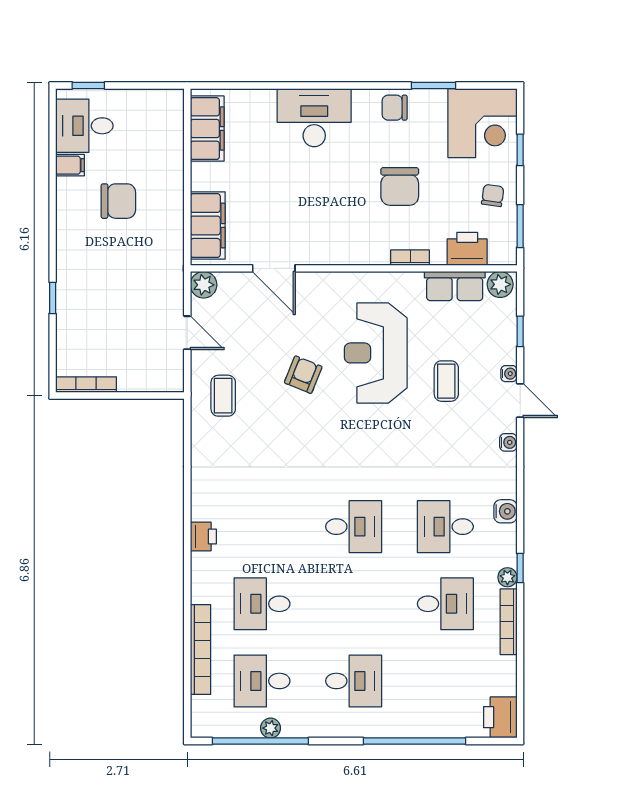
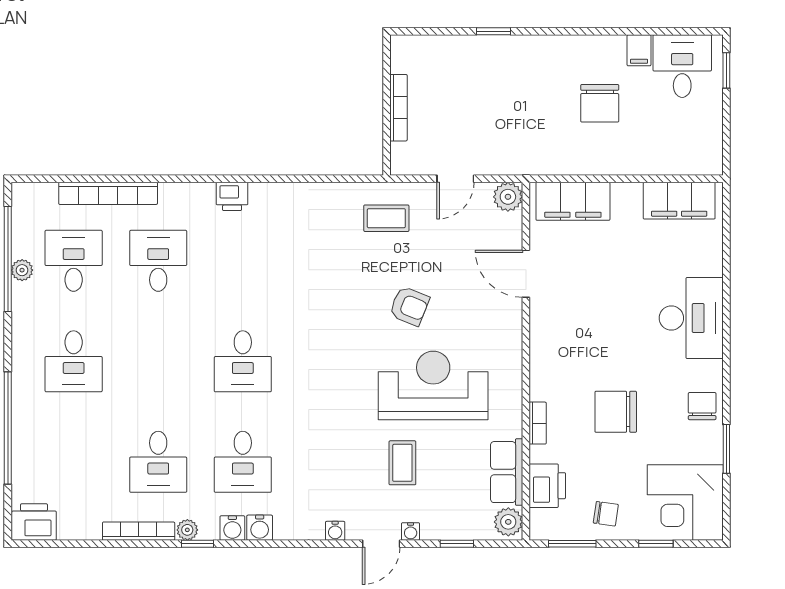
door: (274, 268) -> (526, 274), hinge flipped
coffee table: (446, 381) -> (402, 463), turned 90
bookcase: (86, 385) -> (398, 108), moved
desk: (445, 527) -> (243, 462), turned 180
water cooler: (506, 536) -> (232, 528), added

